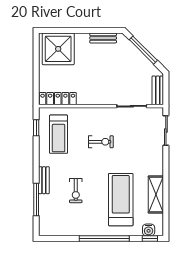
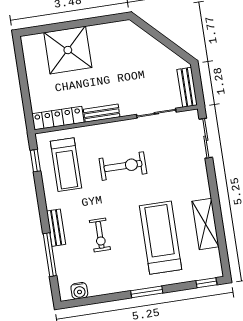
bench: (103, 38) -> (102, 113), moved
shower: (58, 49) -> (68, 50), moved
window: (143, 50) -> (160, 37), removed
exercise bike: (101, 142) -> (123, 166), width x1.38, depth x1.39
water cooler: (149, 230) -> (79, 291), moved
window: (104, 238) -> (147, 292), width x0.47

